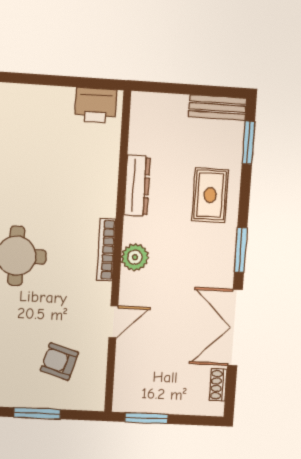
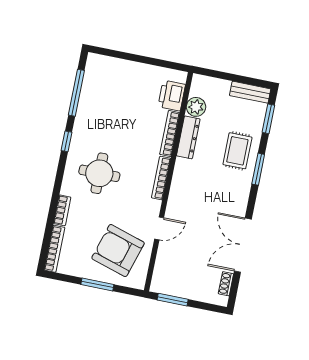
printer: (96, 105) -> (172, 96), moved, turned 90
bookcase: (110, 184) -> (170, 134), added
window: (241, 250) -> (258, 169), moved
plant: (135, 257) -> (196, 107), moved
armchair: (59, 361) -> (118, 251), width x1.88, depth x1.88

